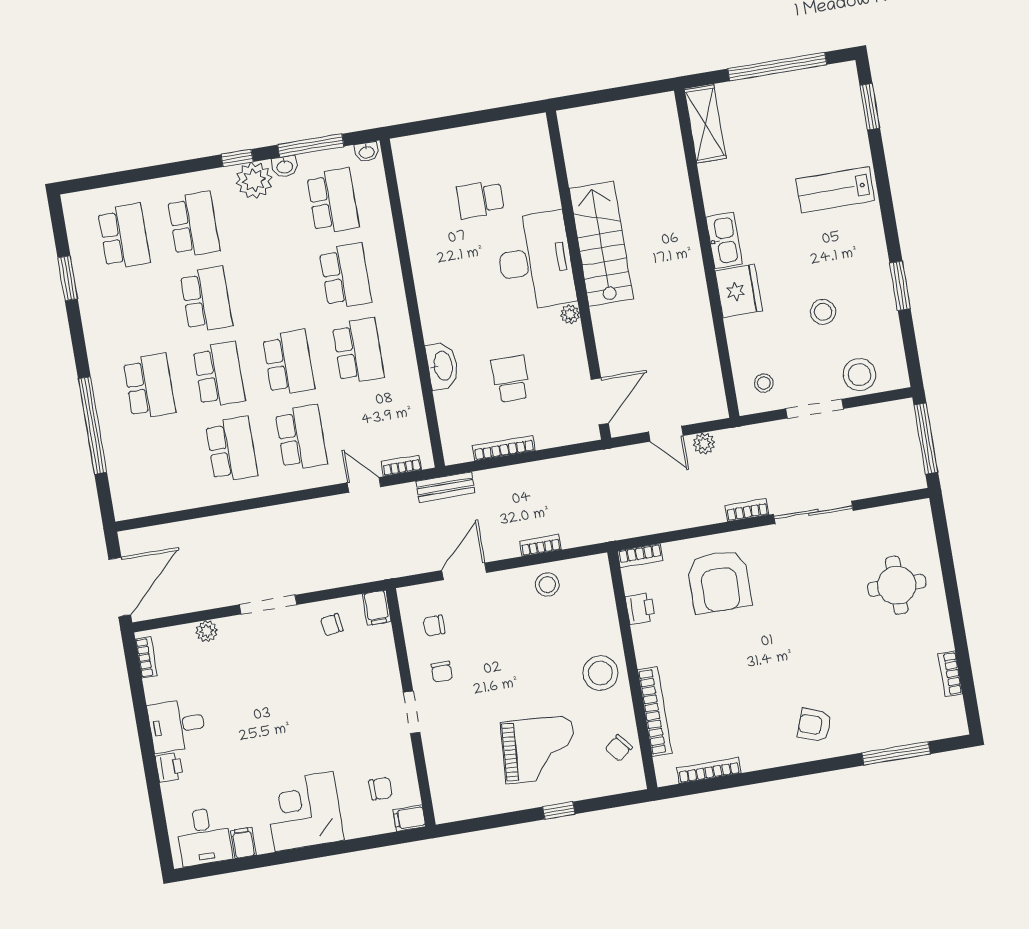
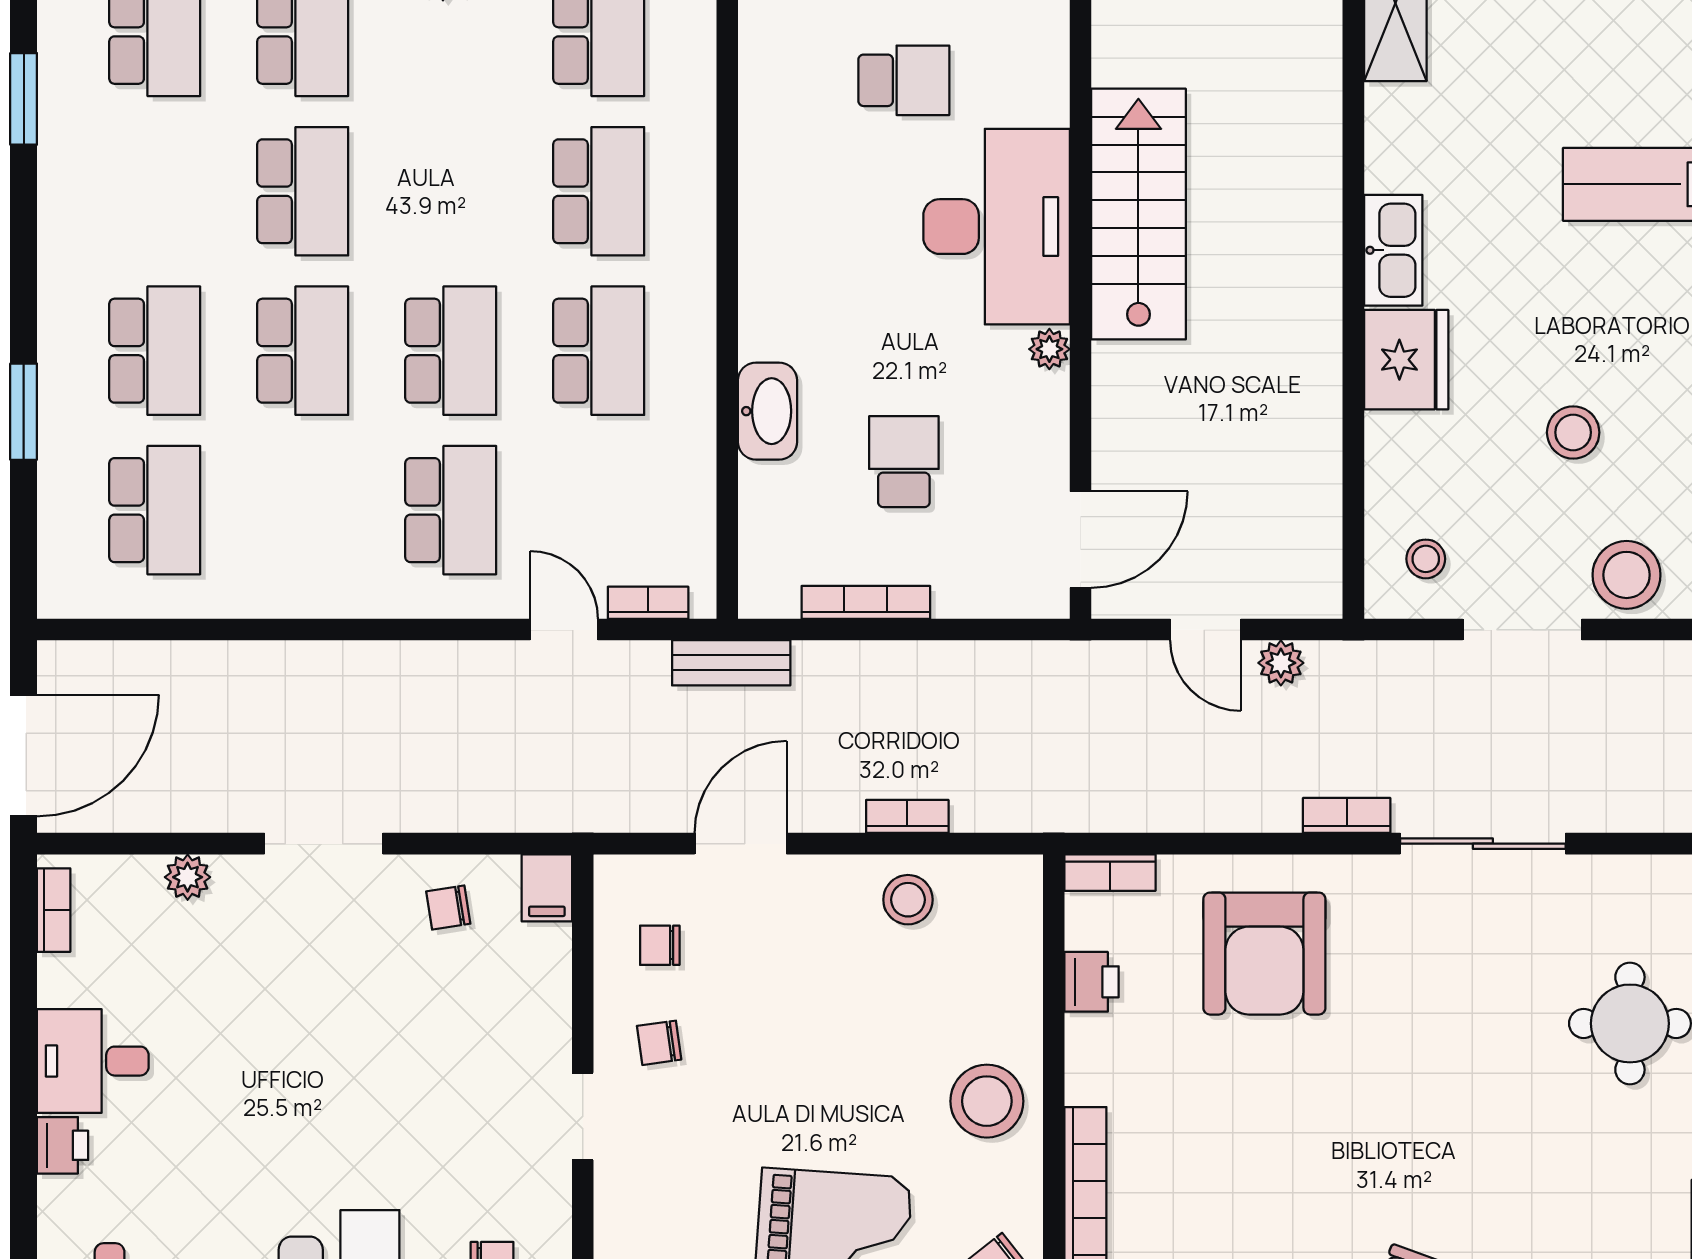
school desk: (480, 199) -> (904, 80), turned 180
window: (92, 425) -> (24, 412), width x0.47
school desk: (232, 449) -> (155, 510), moved
chair: (442, 672) -> (659, 1043), turned 82

